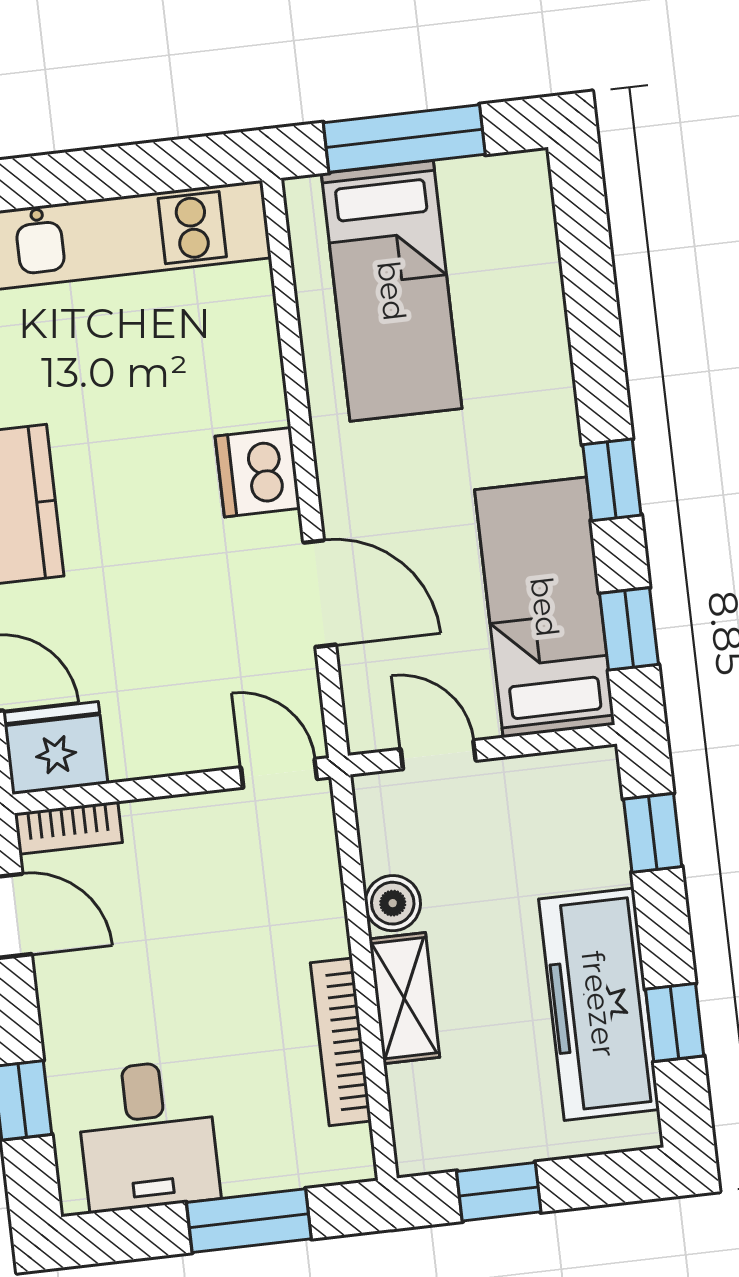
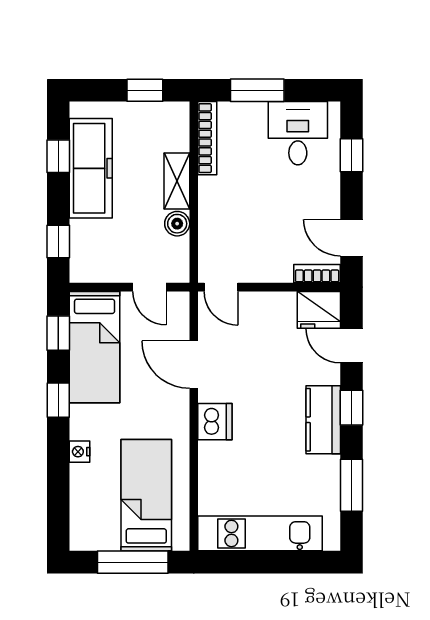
nightstand: (551, 371) -> (80, 452), added
bookcase: (341, 1042) -> (207, 138), moved

